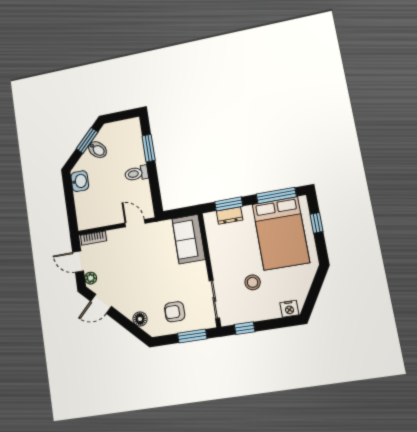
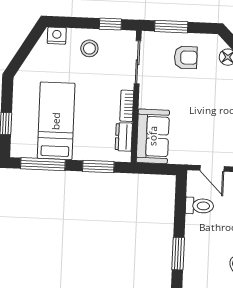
toilet: (136, 173) -> (199, 206), moved
dresser: (230, 216) -> (124, 137), moved, turned -90
bed: (281, 233) -> (56, 121), width x0.67
bookcase: (216, 260) -> (127, 106), added
stool: (253, 282) -> (89, 48), moved

